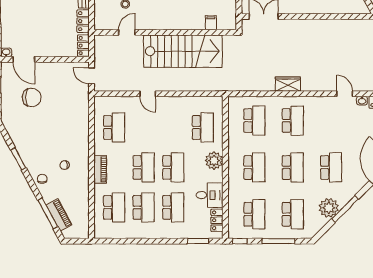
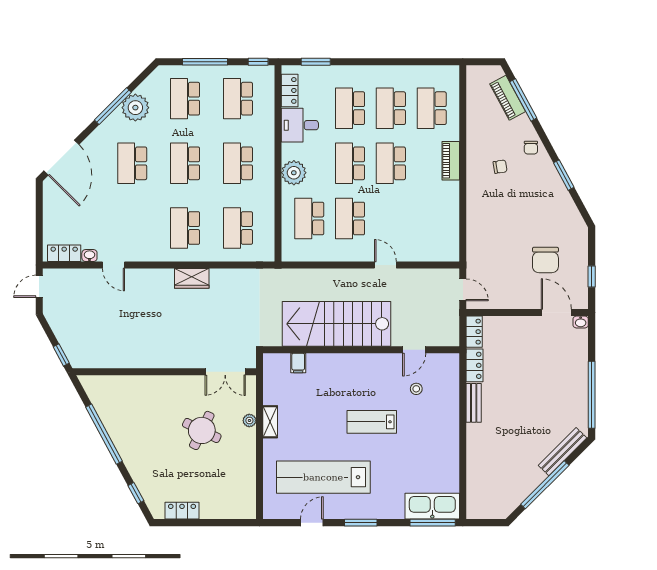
chair: (32, 97) -> (545, 260), turned -90
school desk: (114, 127) -> (350, 218), moved

